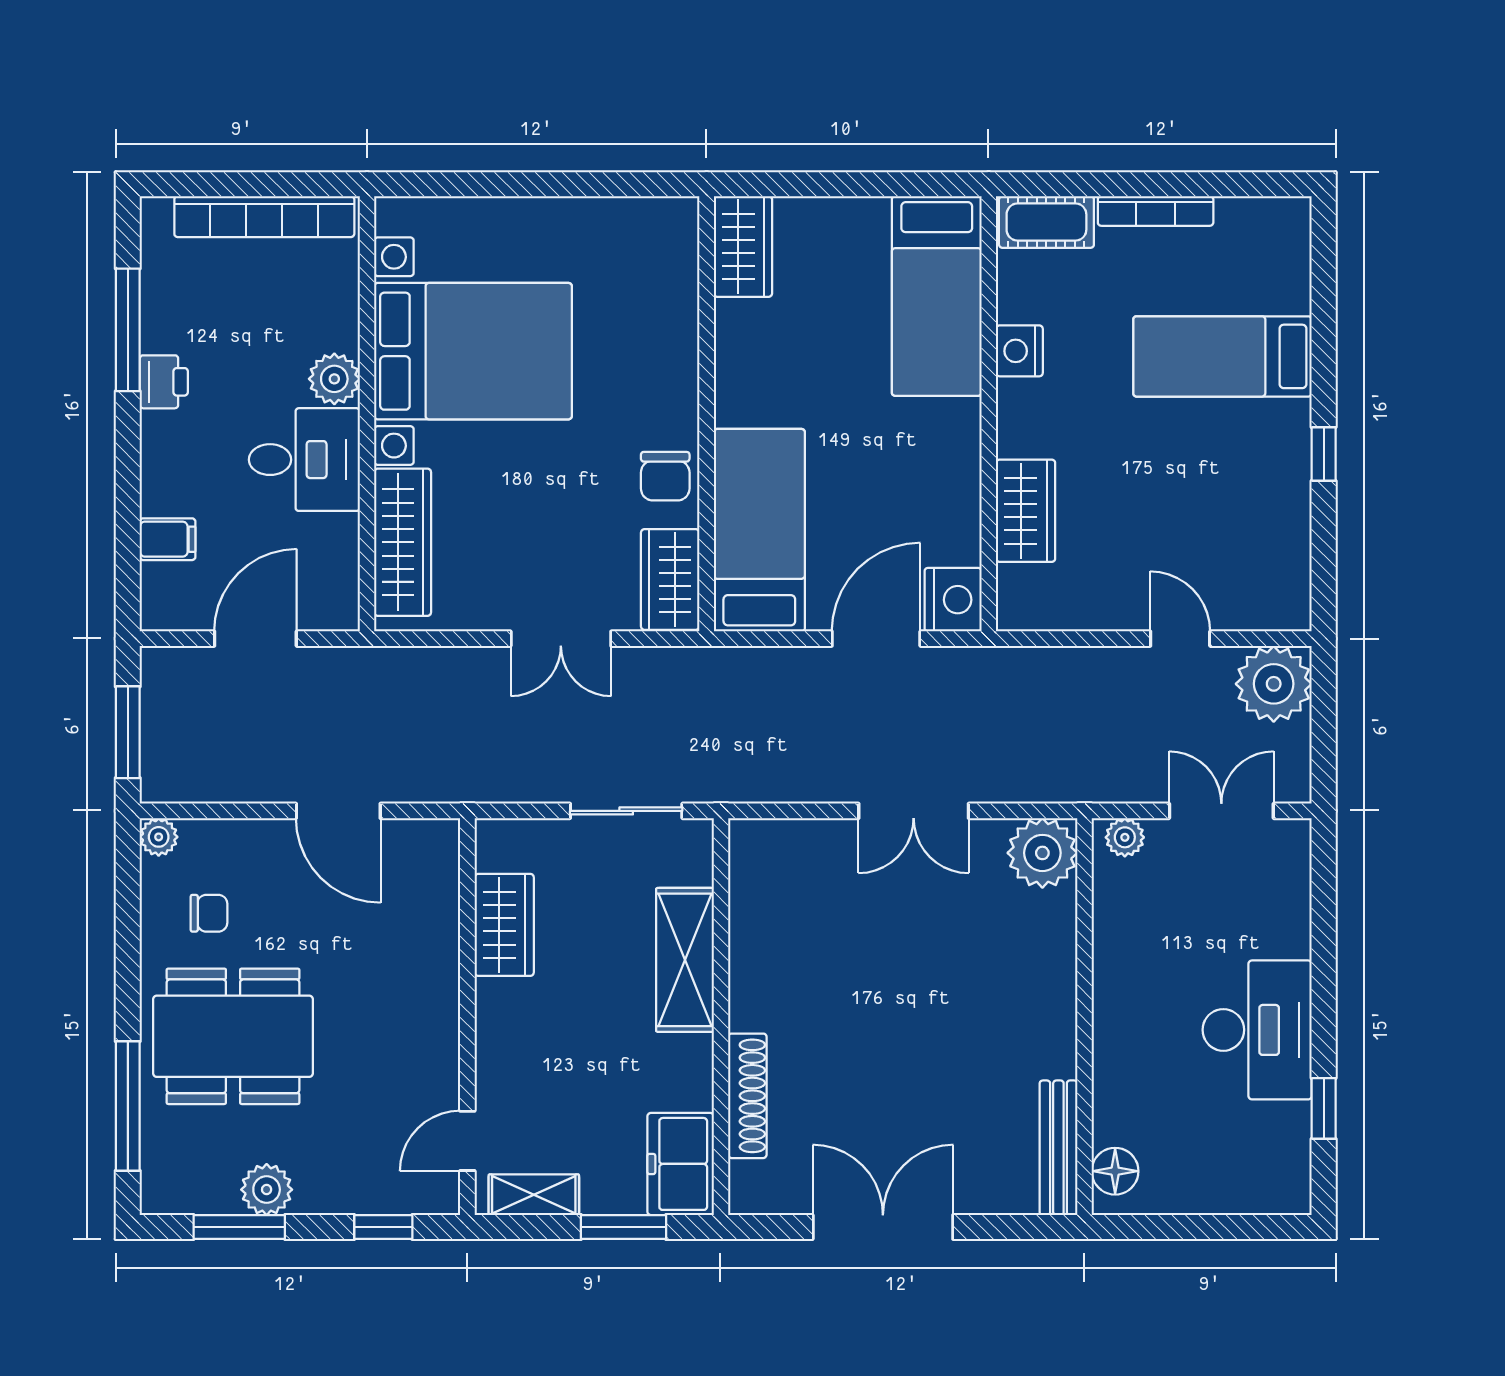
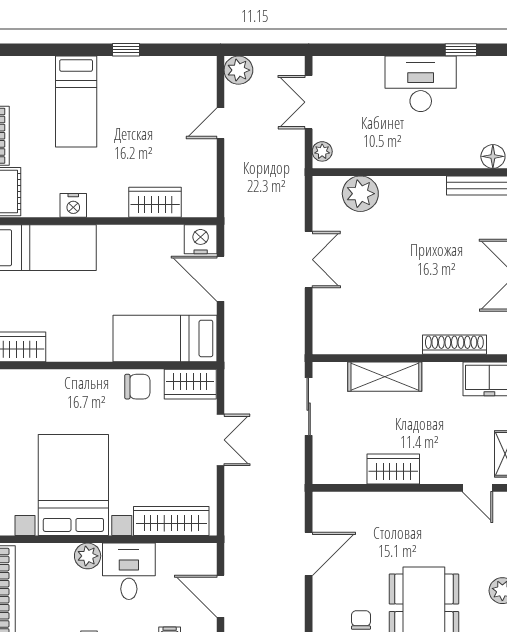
plant: (1274, 684) -> (238, 70), width x0.73, depth x0.73
plant: (1042, 853) -> (360, 194), moved
wardrobe: (504, 925) -> (393, 469), moved

